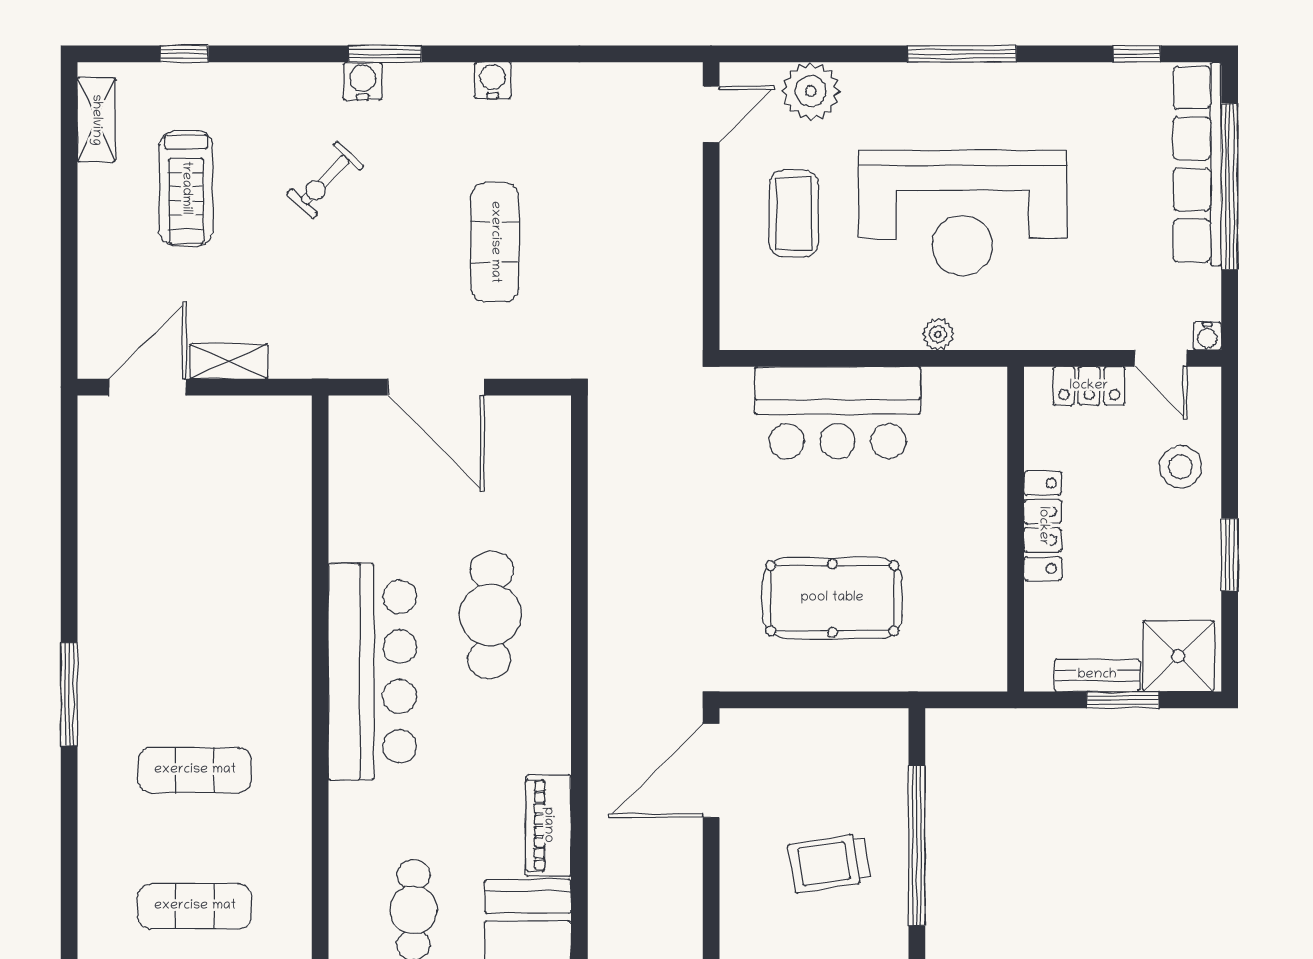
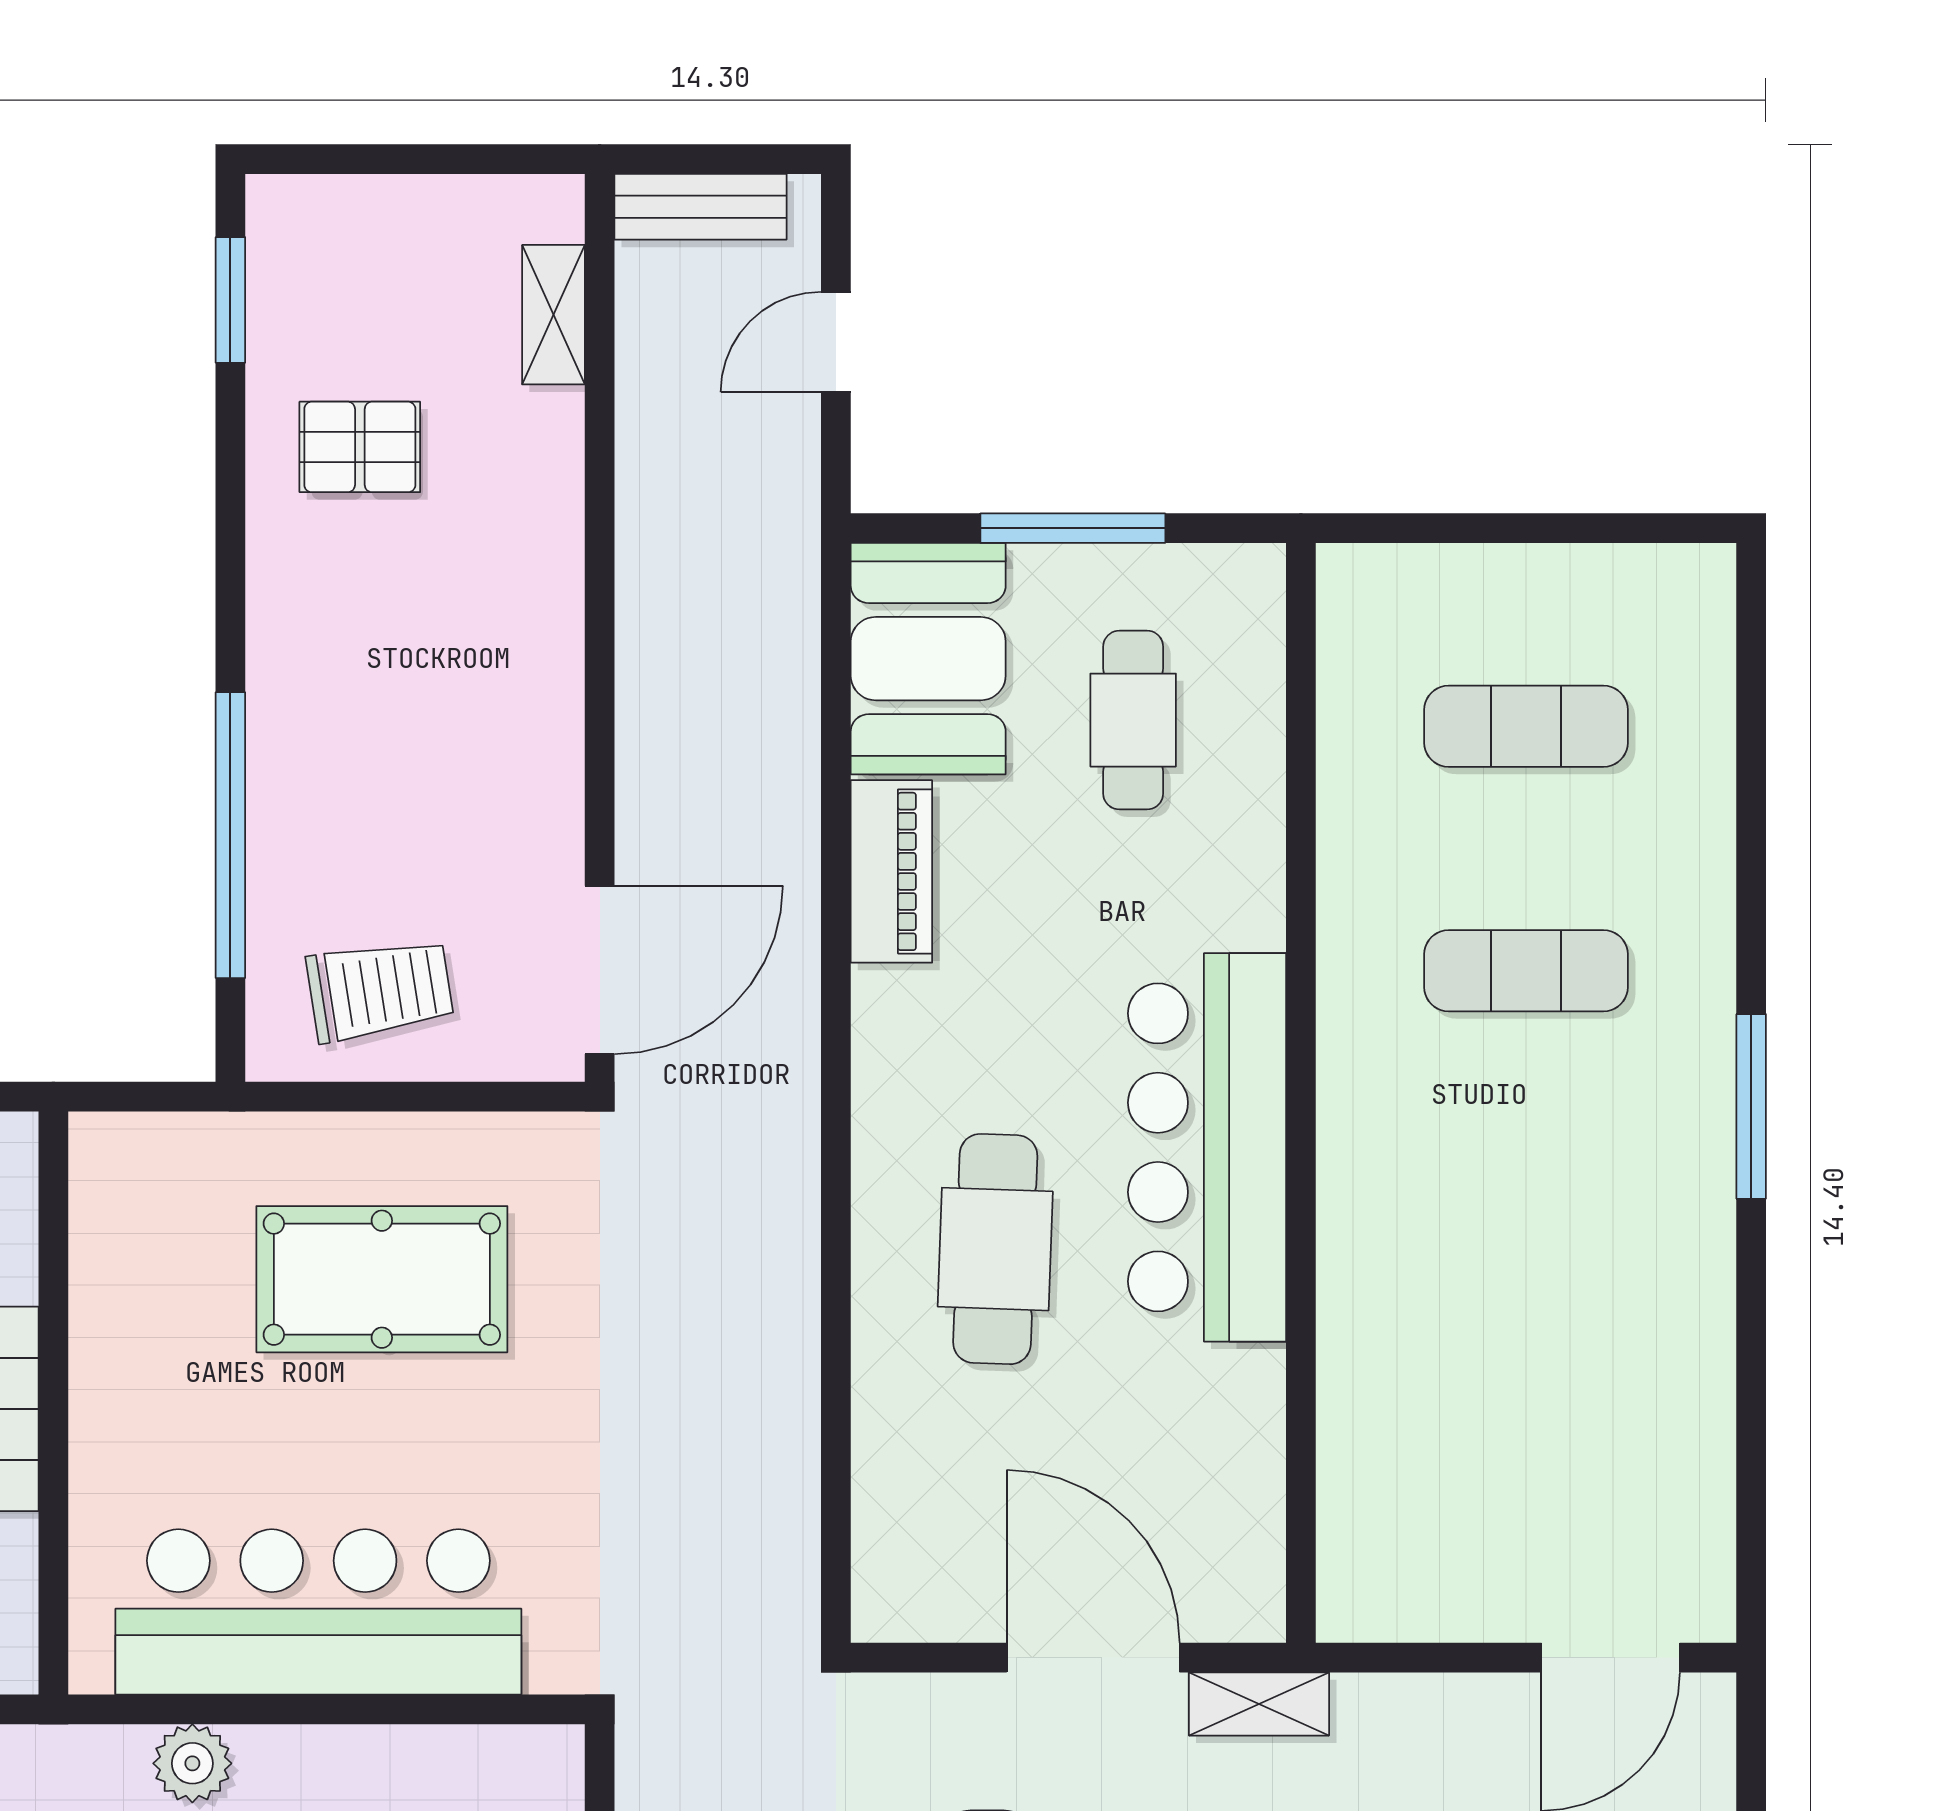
plant: (938, 334) -> (192, 1763), width x1.38, depth x1.38
shelving: (229, 361) -> (1259, 1704), moved
bar counter: (838, 413) -> (318, 1612), width x1.36
trolley: (829, 863) -> (380, 990), moved

